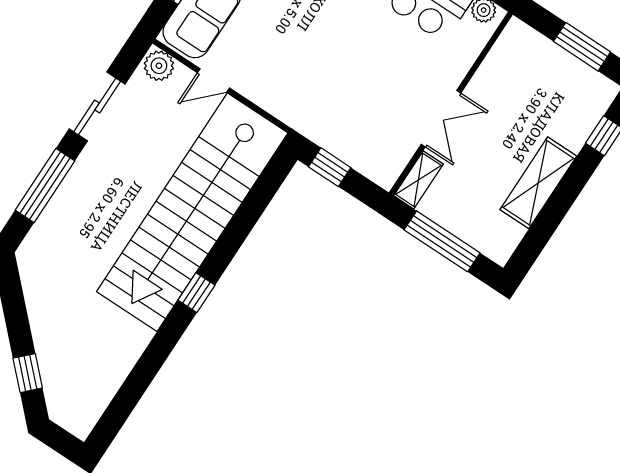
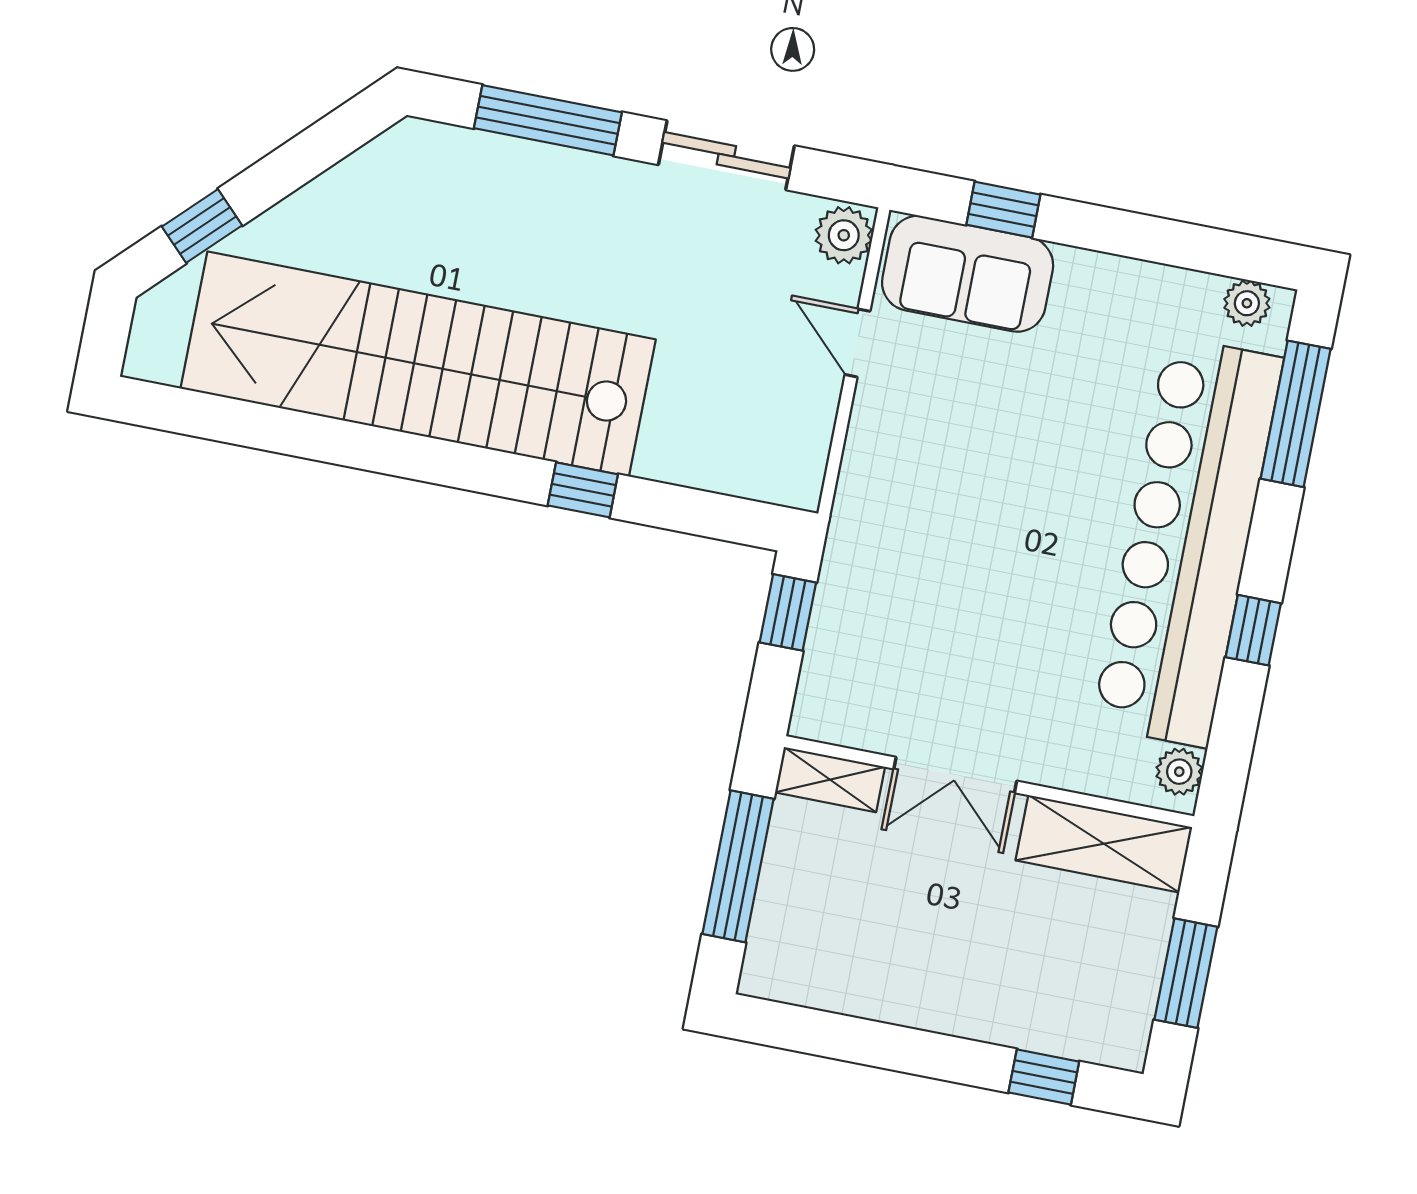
shelving: (538, 183) -> (1104, 844), moved
stairs: (192, 212) -> (418, 364), moved
window: (196, 293) -> (583, 490), moved

